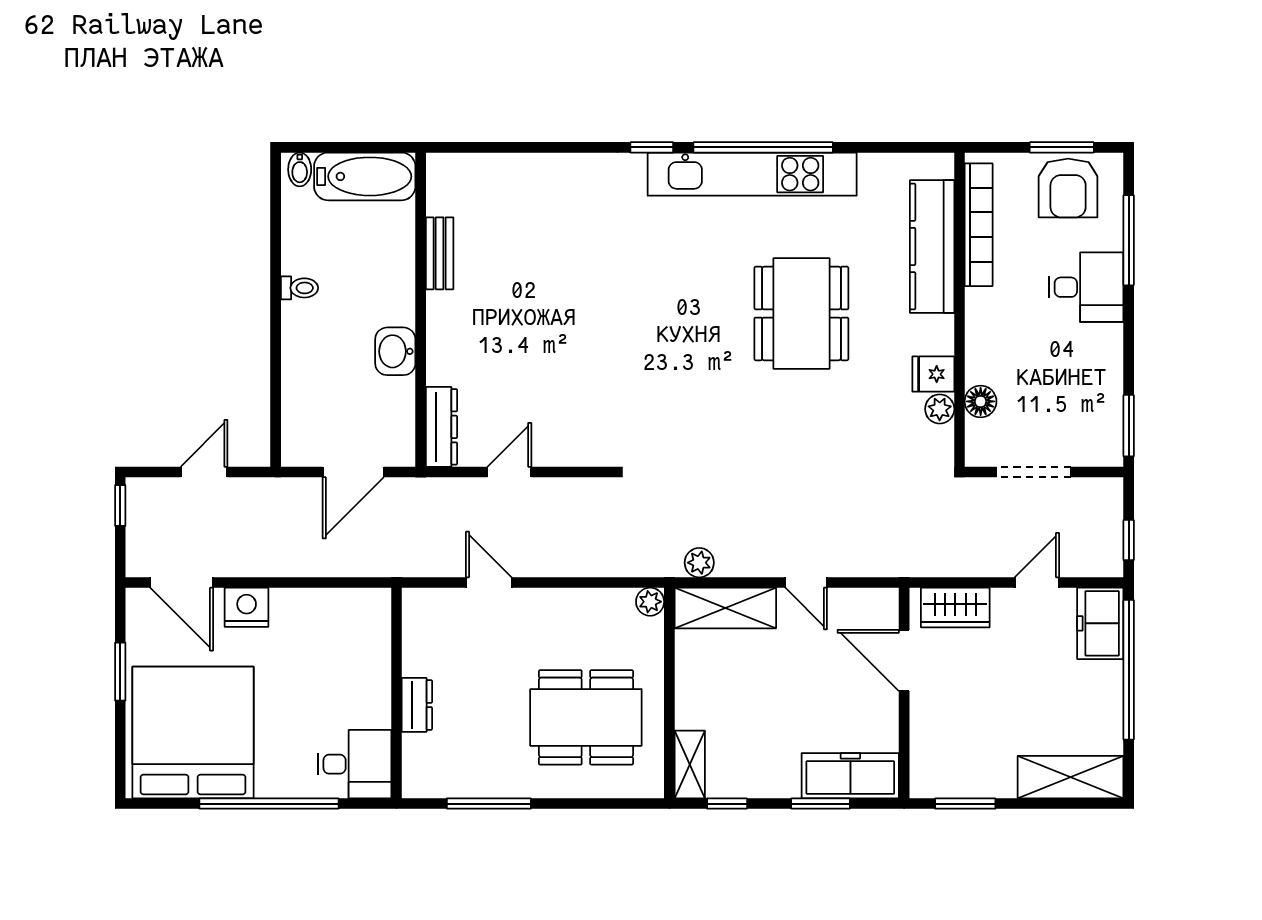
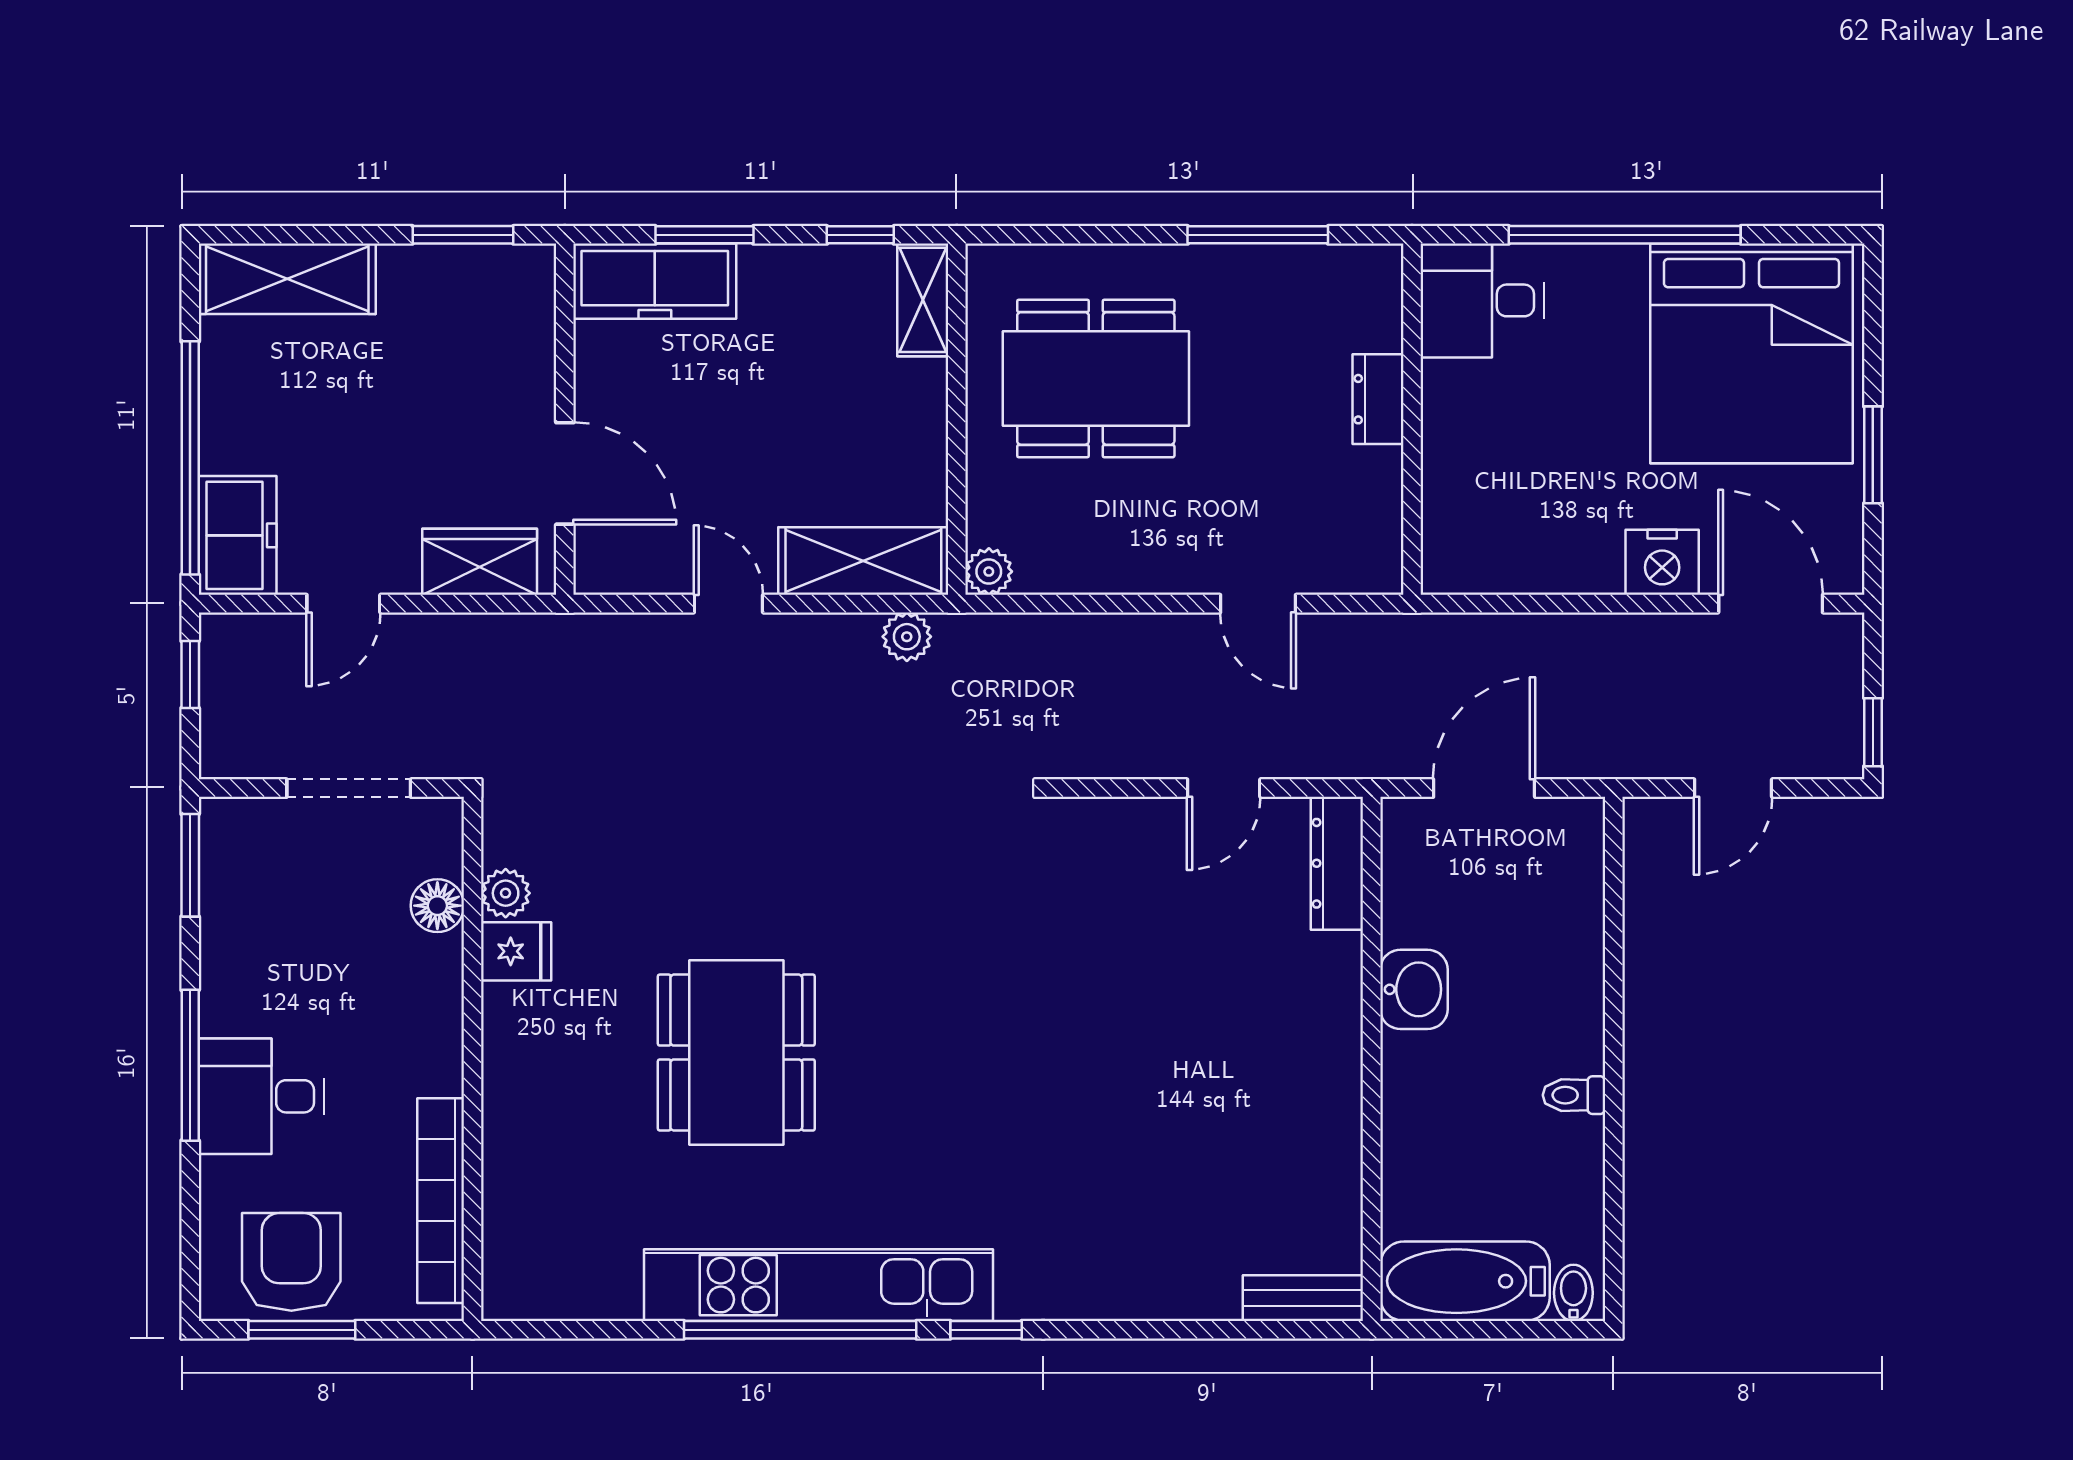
window: (1129, 240) -> (190, 1065), moved
kitchen counter: (932, 246) -> (518, 1164), removed
bench: (440, 253) -> (1303, 1298), moved, turned 90

